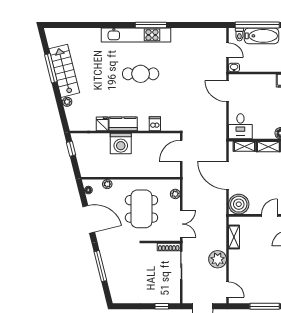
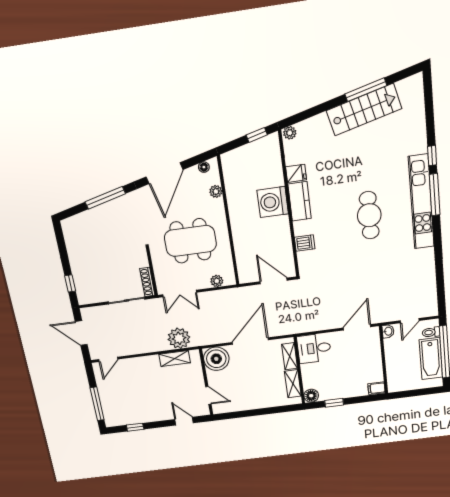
window: (103, 25) -> (432, 156), added
window: (151, 25) -> (435, 195), moved
plant: (67, 102) -> (290, 133), moved
plant: (218, 259) -> (179, 338), moved

